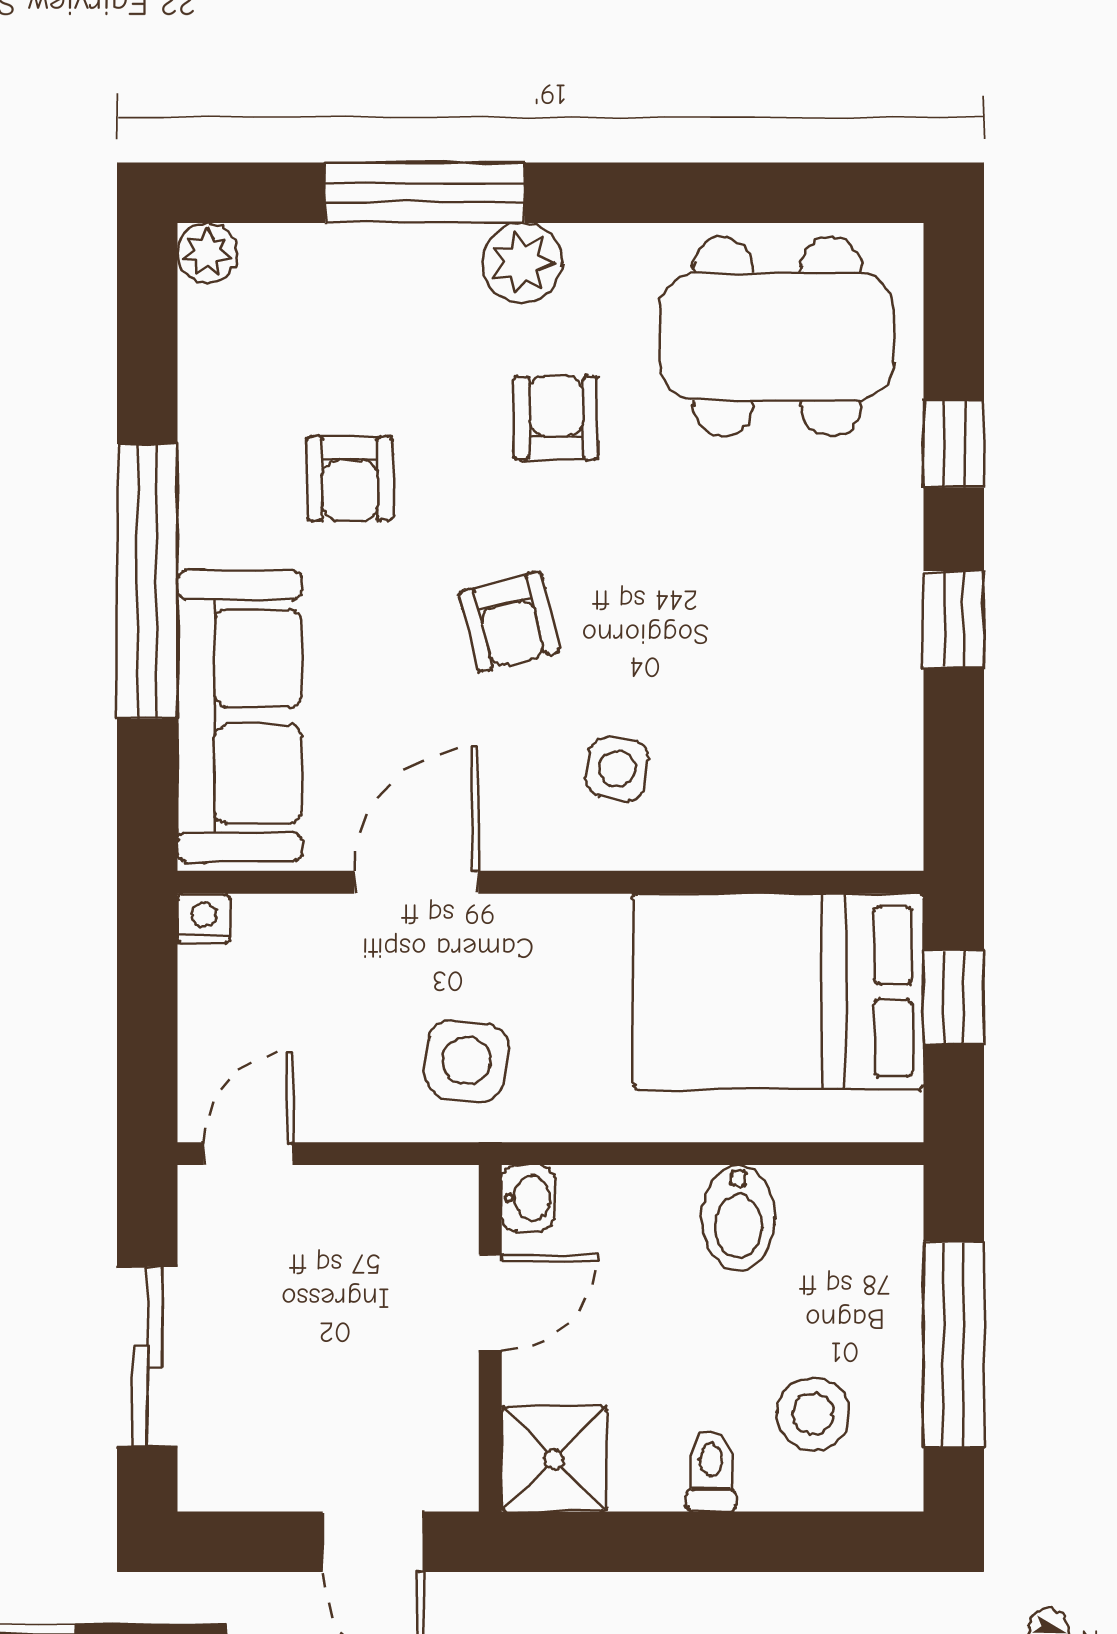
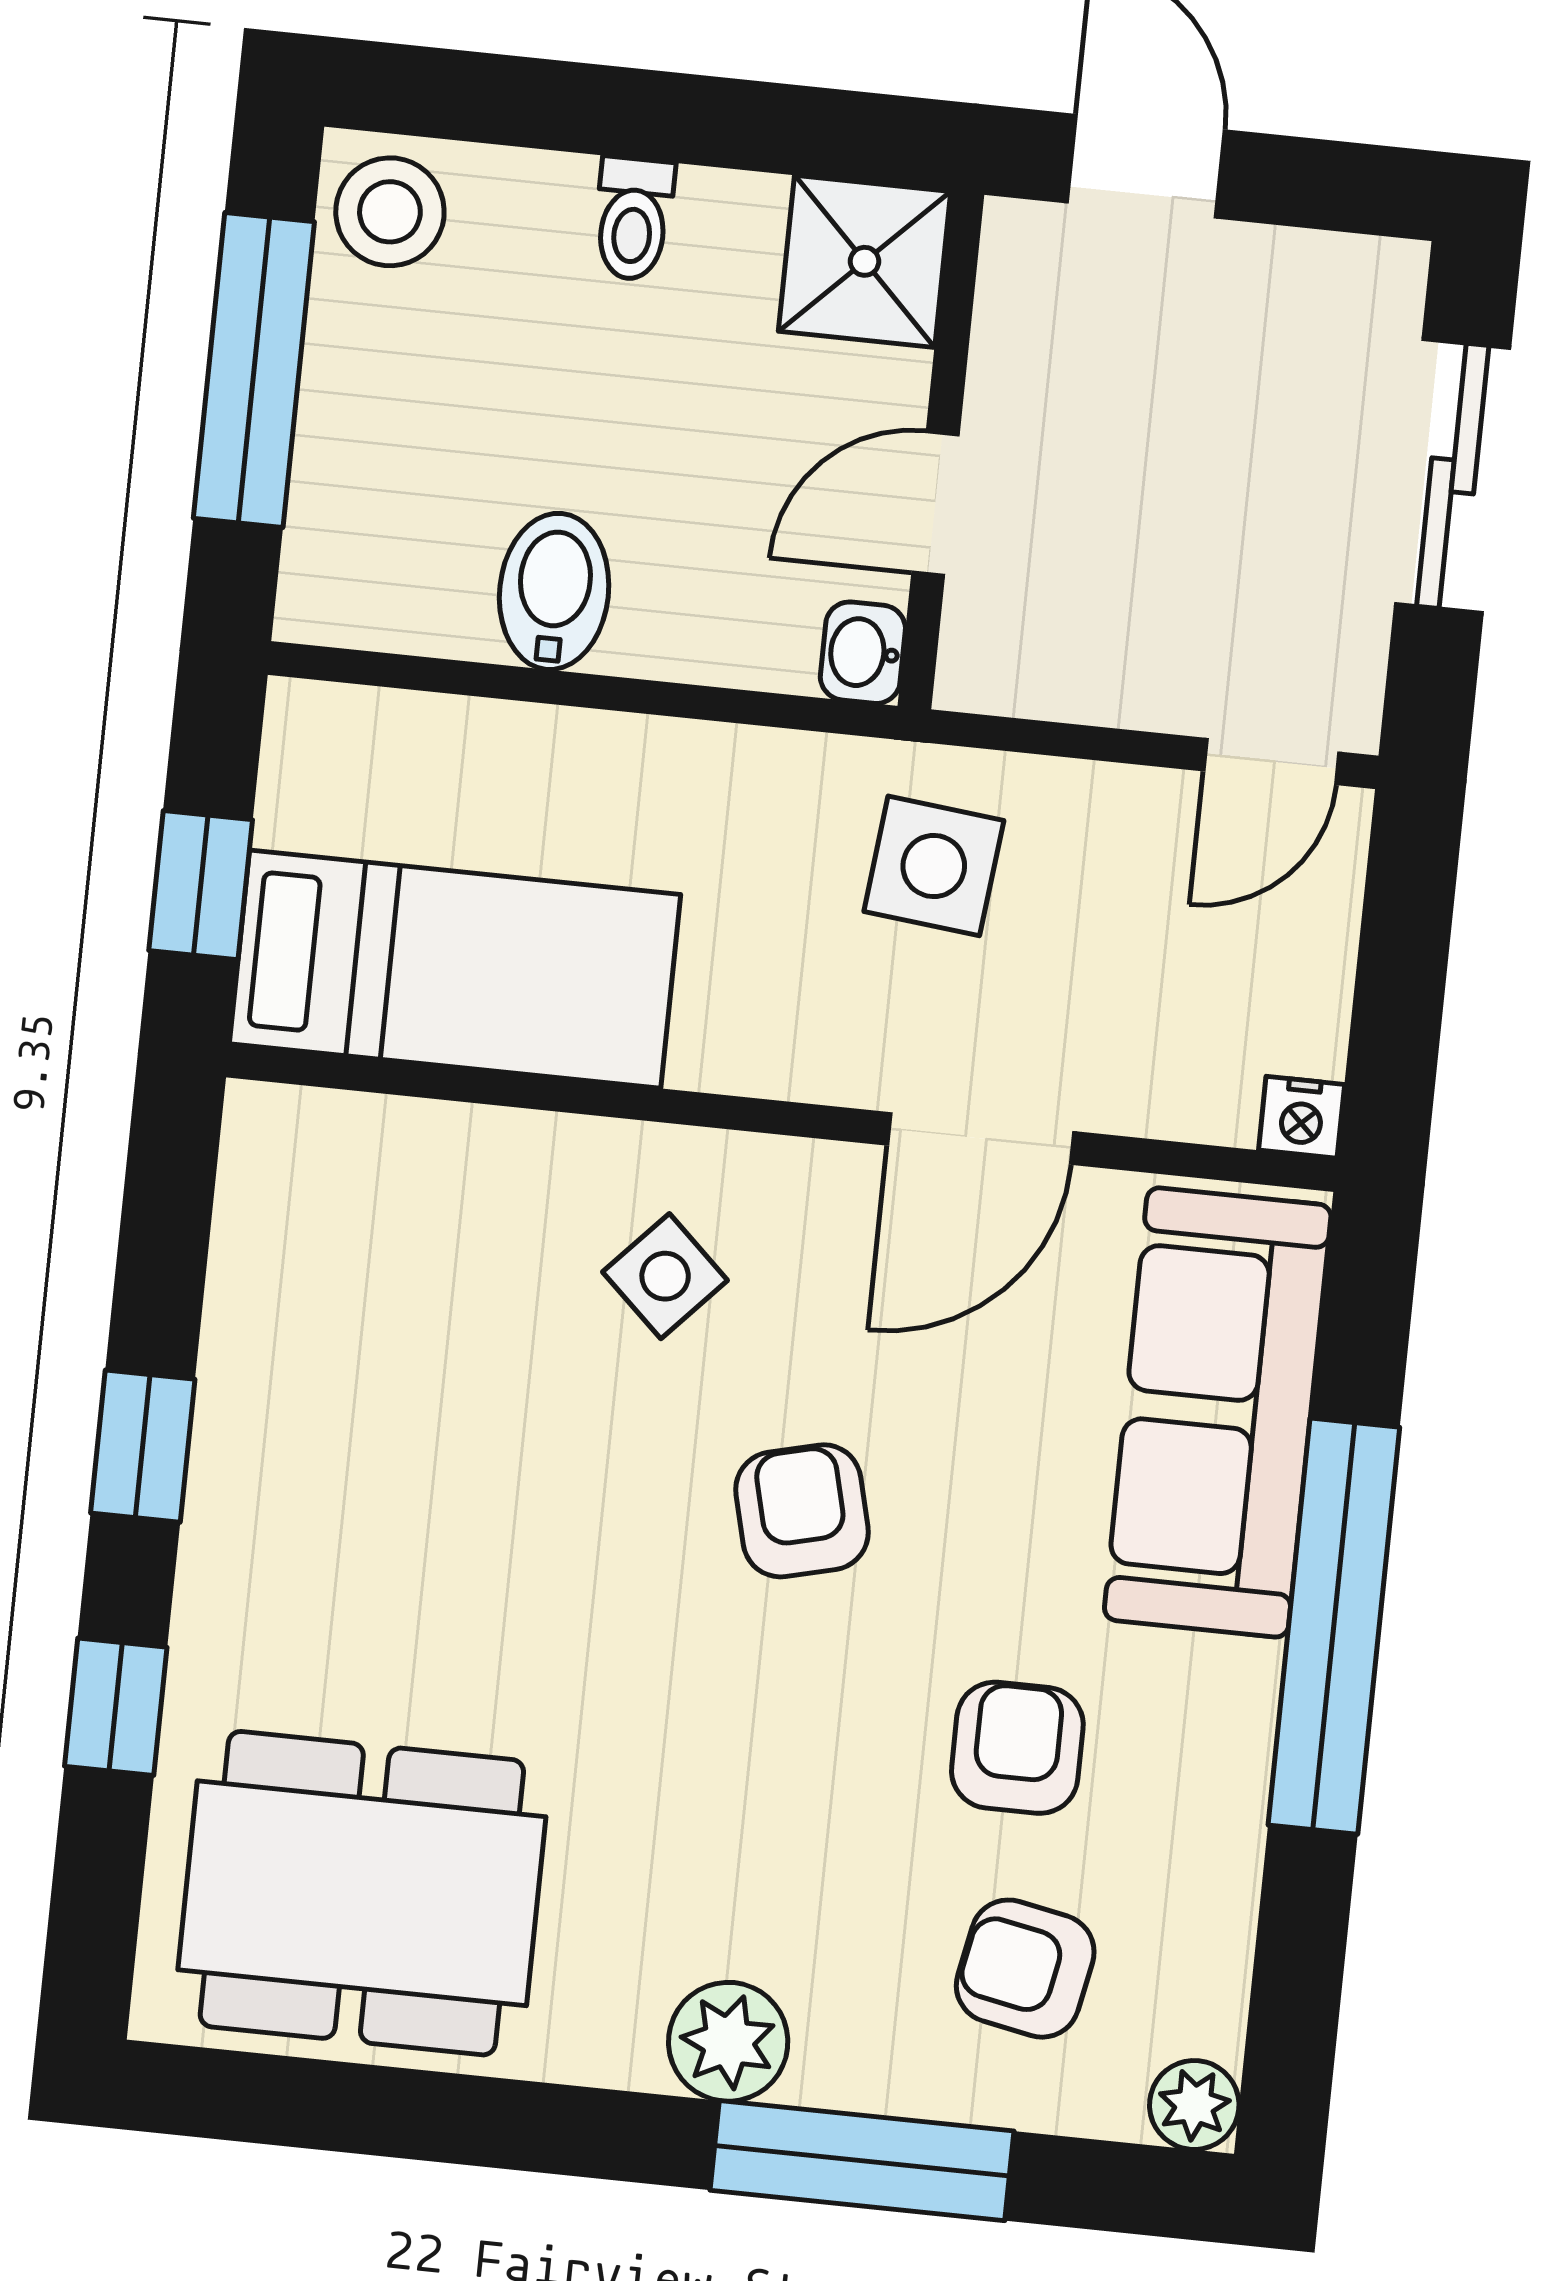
armchair: (556, 418) -> (1025, 1969), moved, turned 101
side table: (617, 769) -> (665, 1276), turned 34
bed: (778, 992) -> (455, 969), width x0.67
stool: (813, 1414) -> (390, 212), moved

